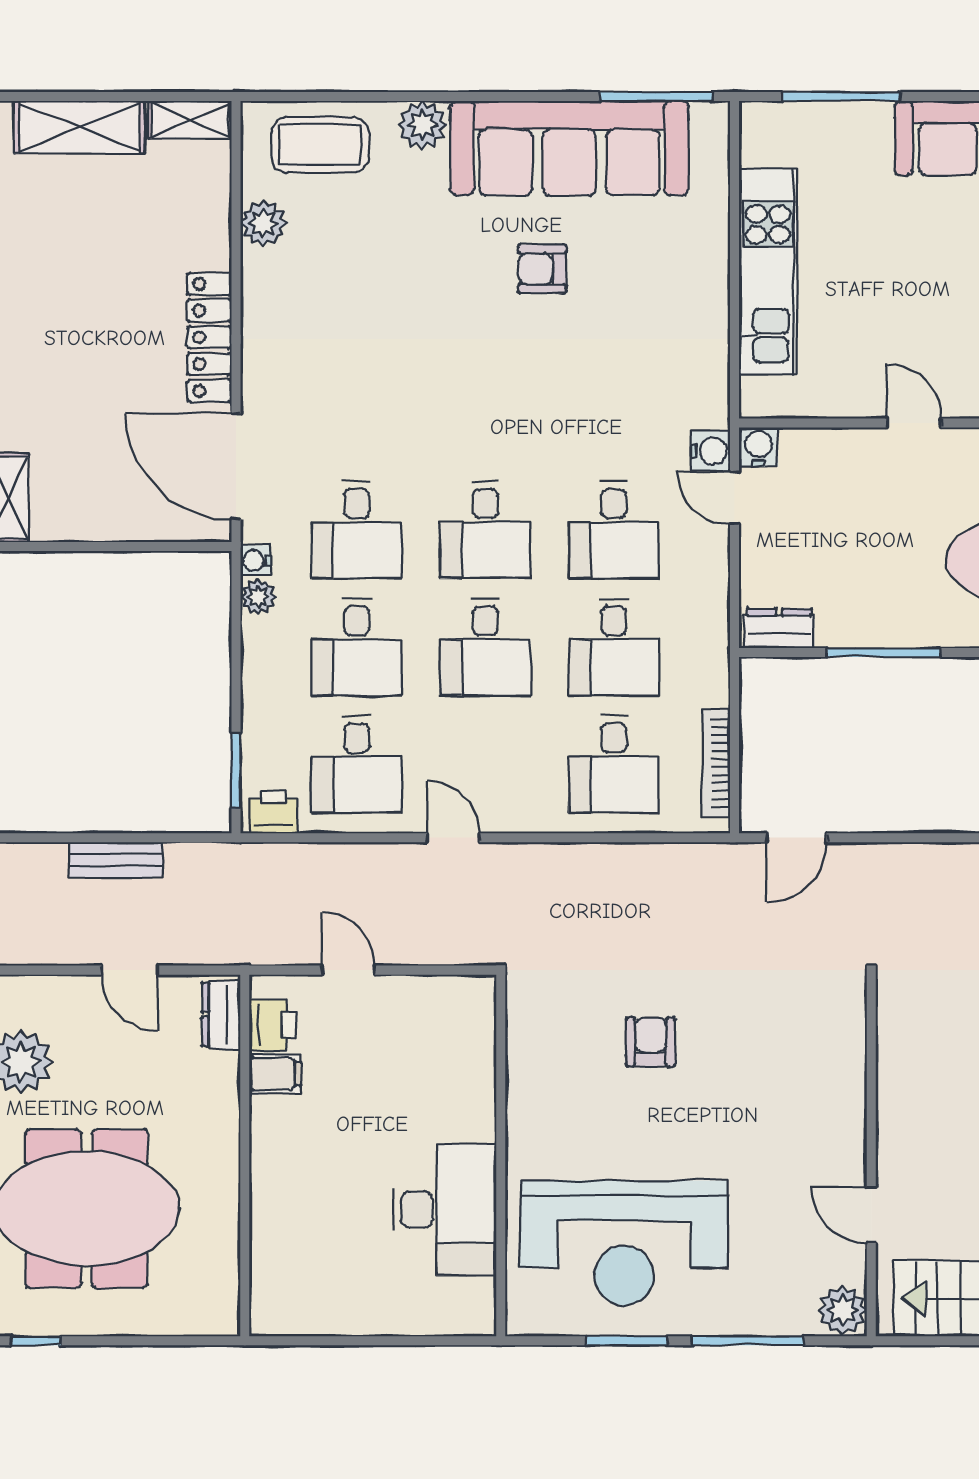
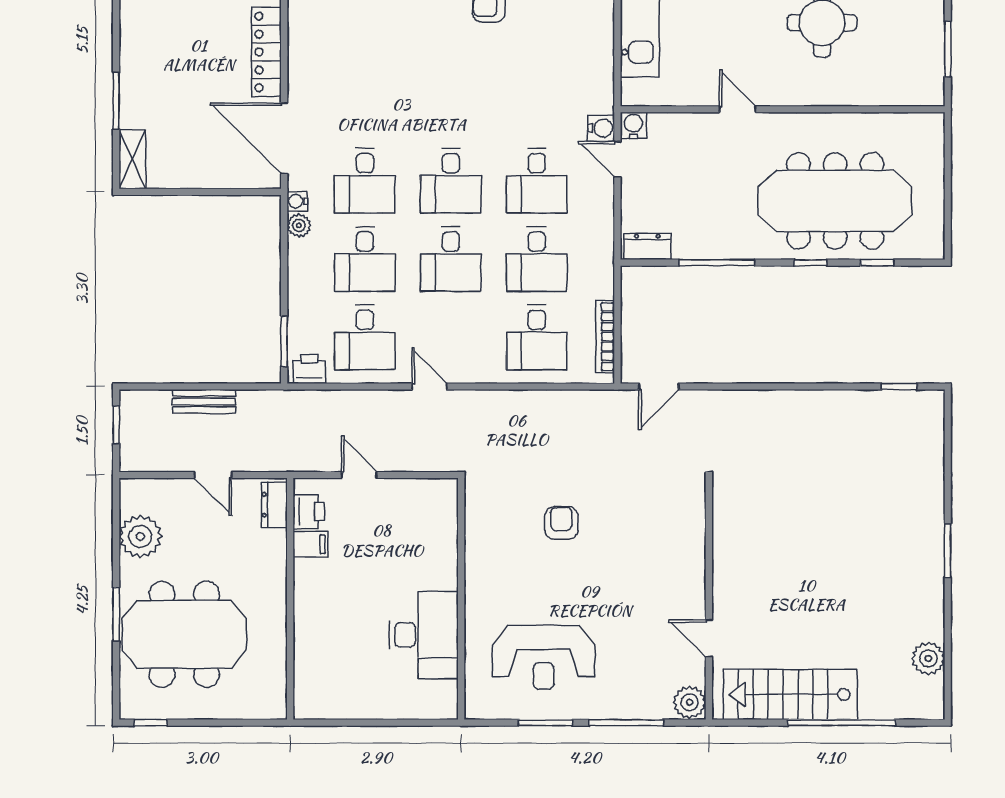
reception desk: (624, 1243) -> (544, 657), width x0.74, depth x0.77

